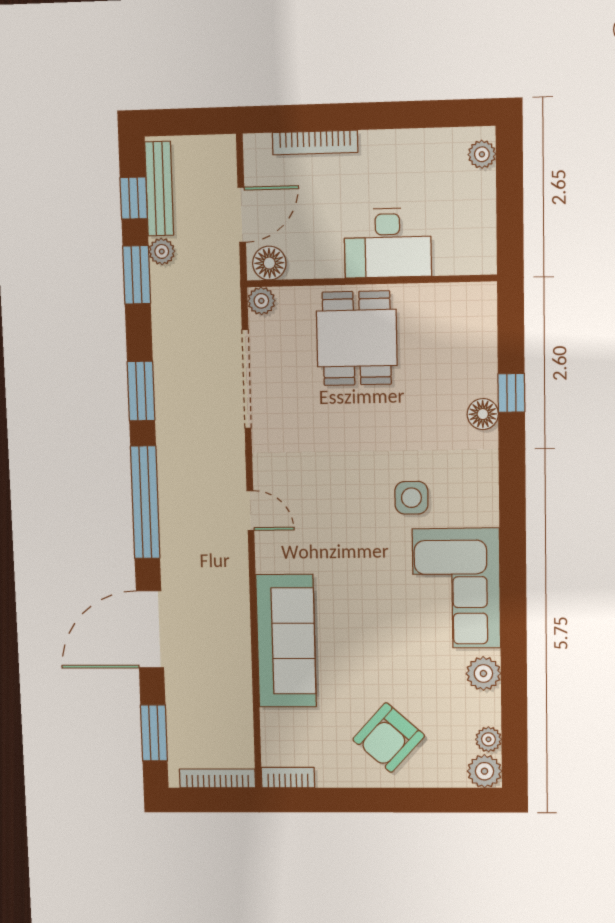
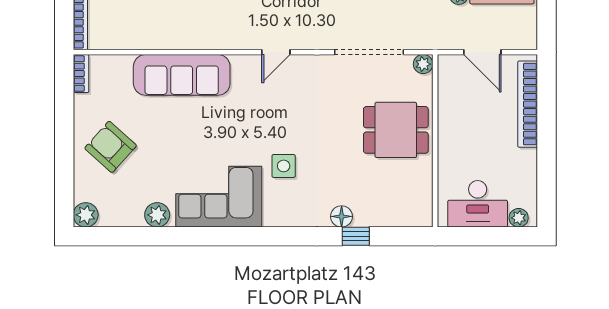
bookcase: (315, 142) -> (528, 104), width x1.48, depth x1.31
desk: (388, 243) -> (478, 204), moved, turned -90
floor lamp: (269, 263) -> (449, 70), removed
plant: (488, 739) -> (109, 218), removed

